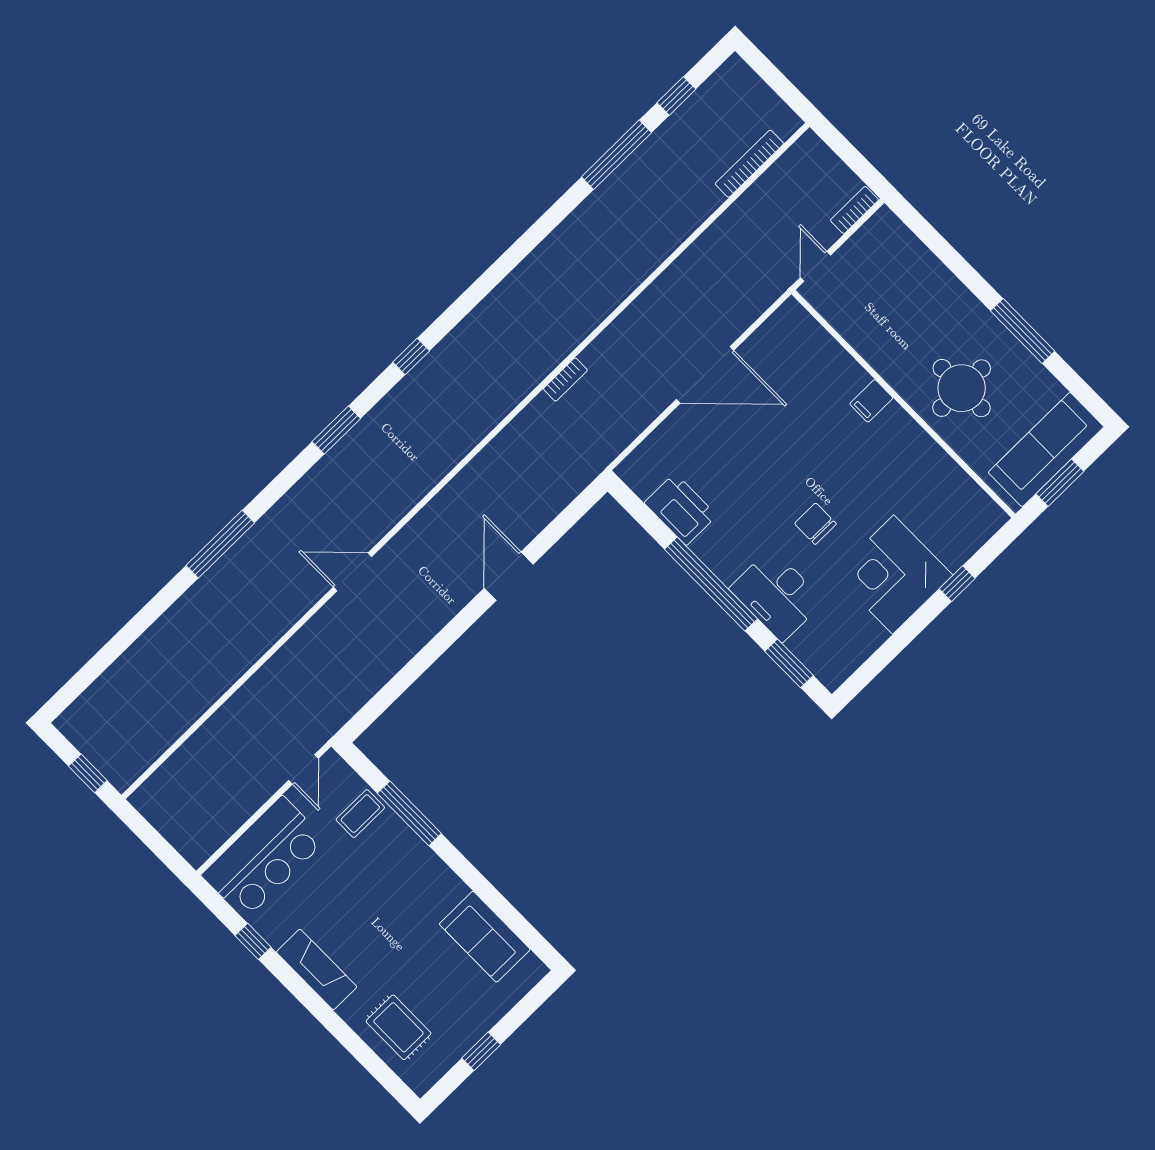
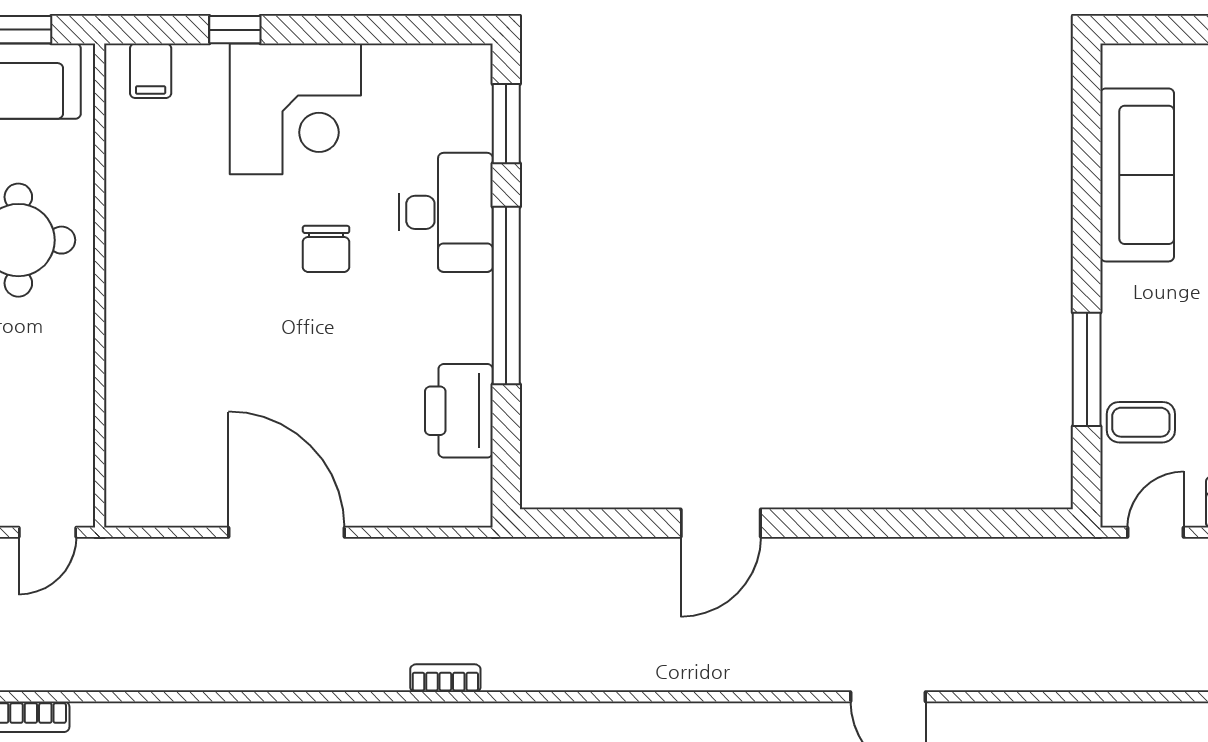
filing cabinet: (871, 401) -> (151, 71), moved, turned 90
sofa: (485, 937) -> (1137, 175), width x1.36

